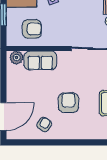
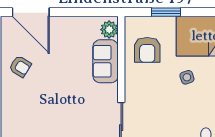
armchair: (68, 103) -> (49, 99), removed

